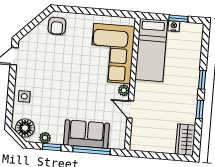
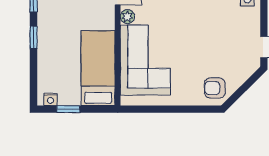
armchair: (57, 26) -> (215, 88), turned -90
nightstand: (174, 26) -> (51, 99), moved

